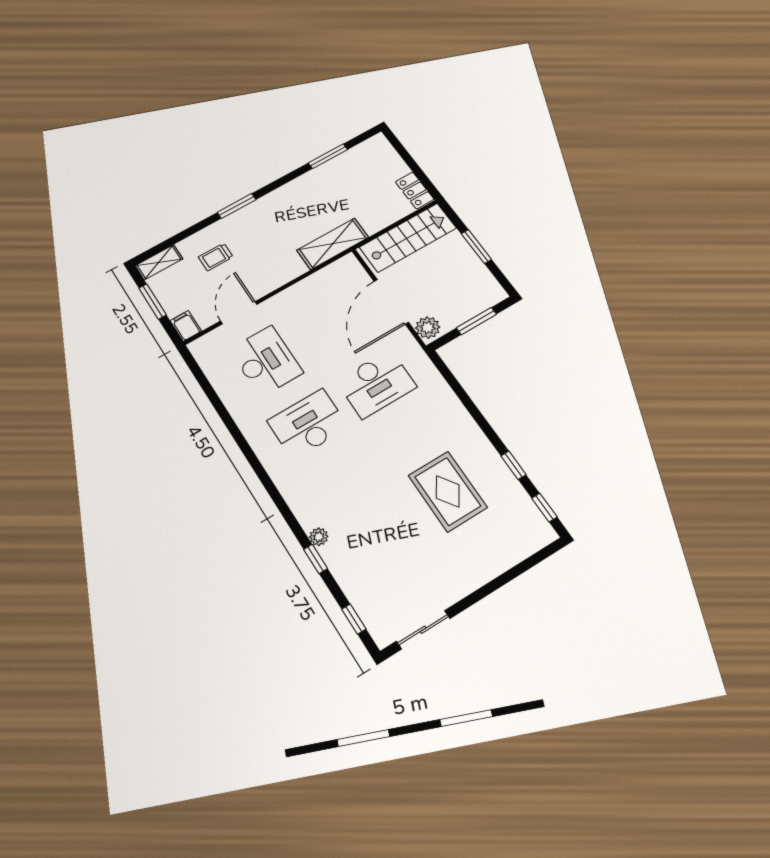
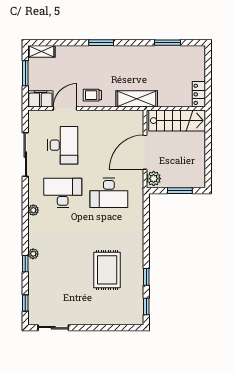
window: (476, 247) -> (208, 149), removed
trolley: (216, 257) -> (92, 95), moved
filing cabinet: (186, 326) -> (40, 99), width x2.00
sliding door: (218, 405) -> (25, 154), added
plant: (279, 474) -> (33, 210), added

